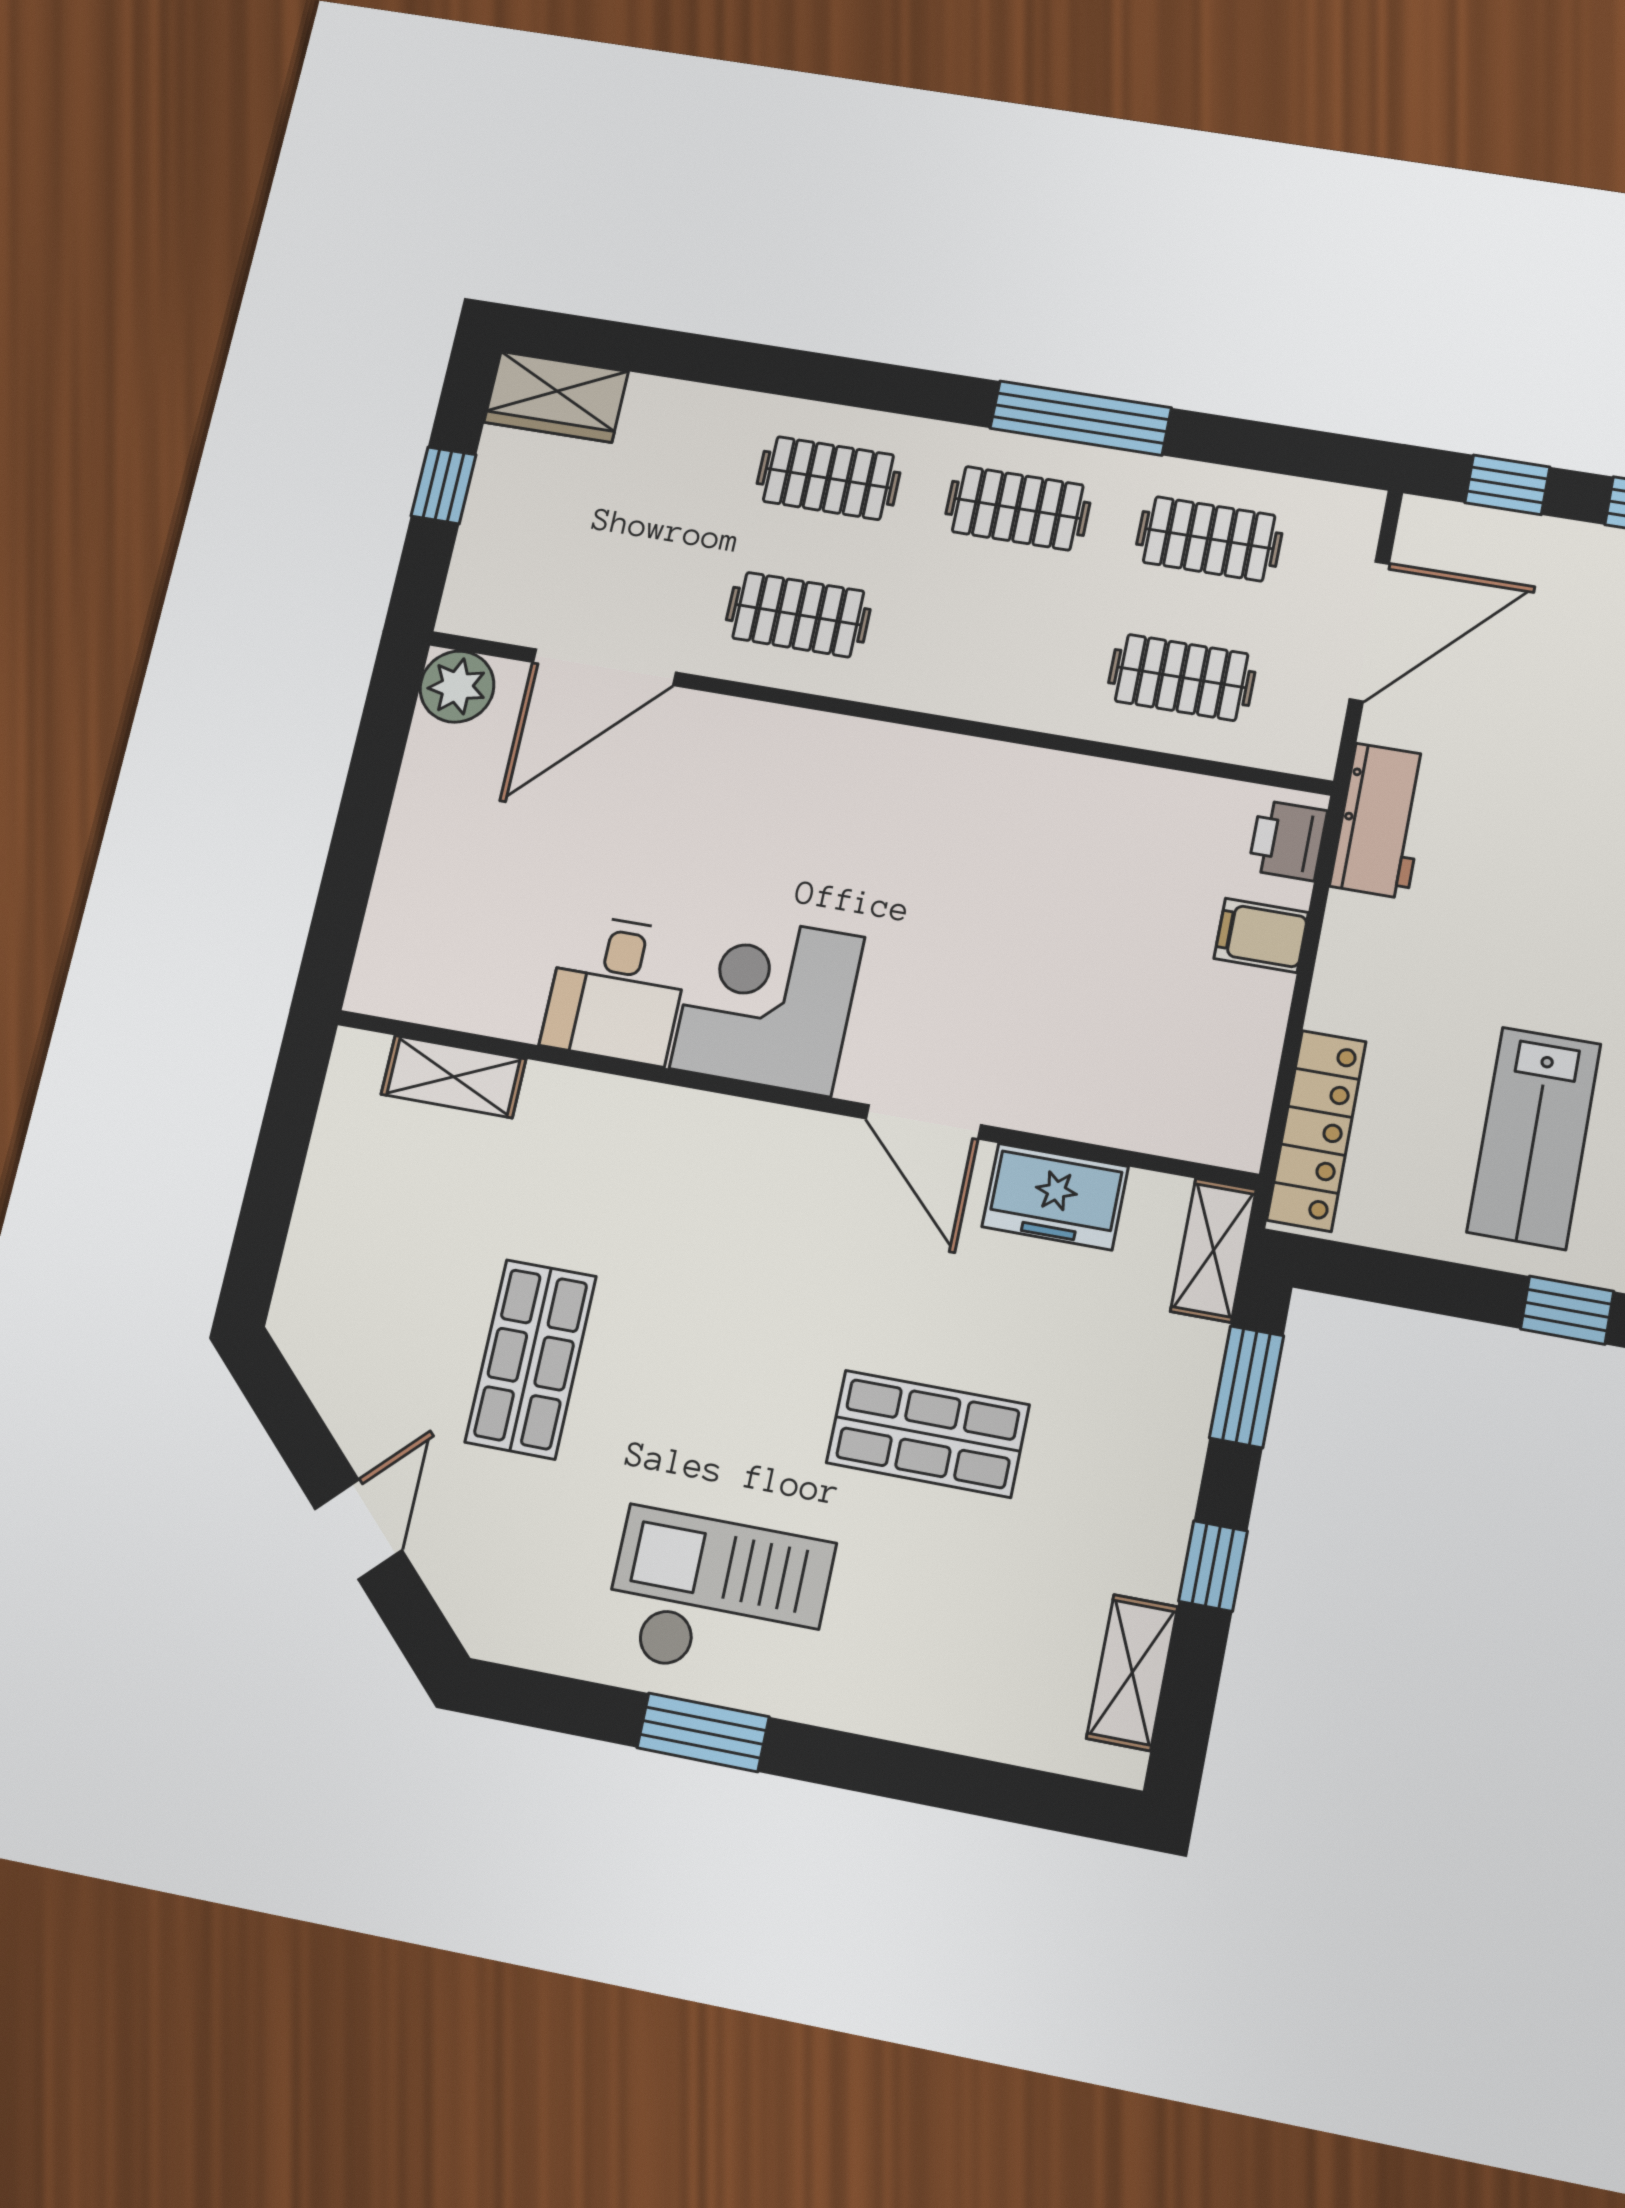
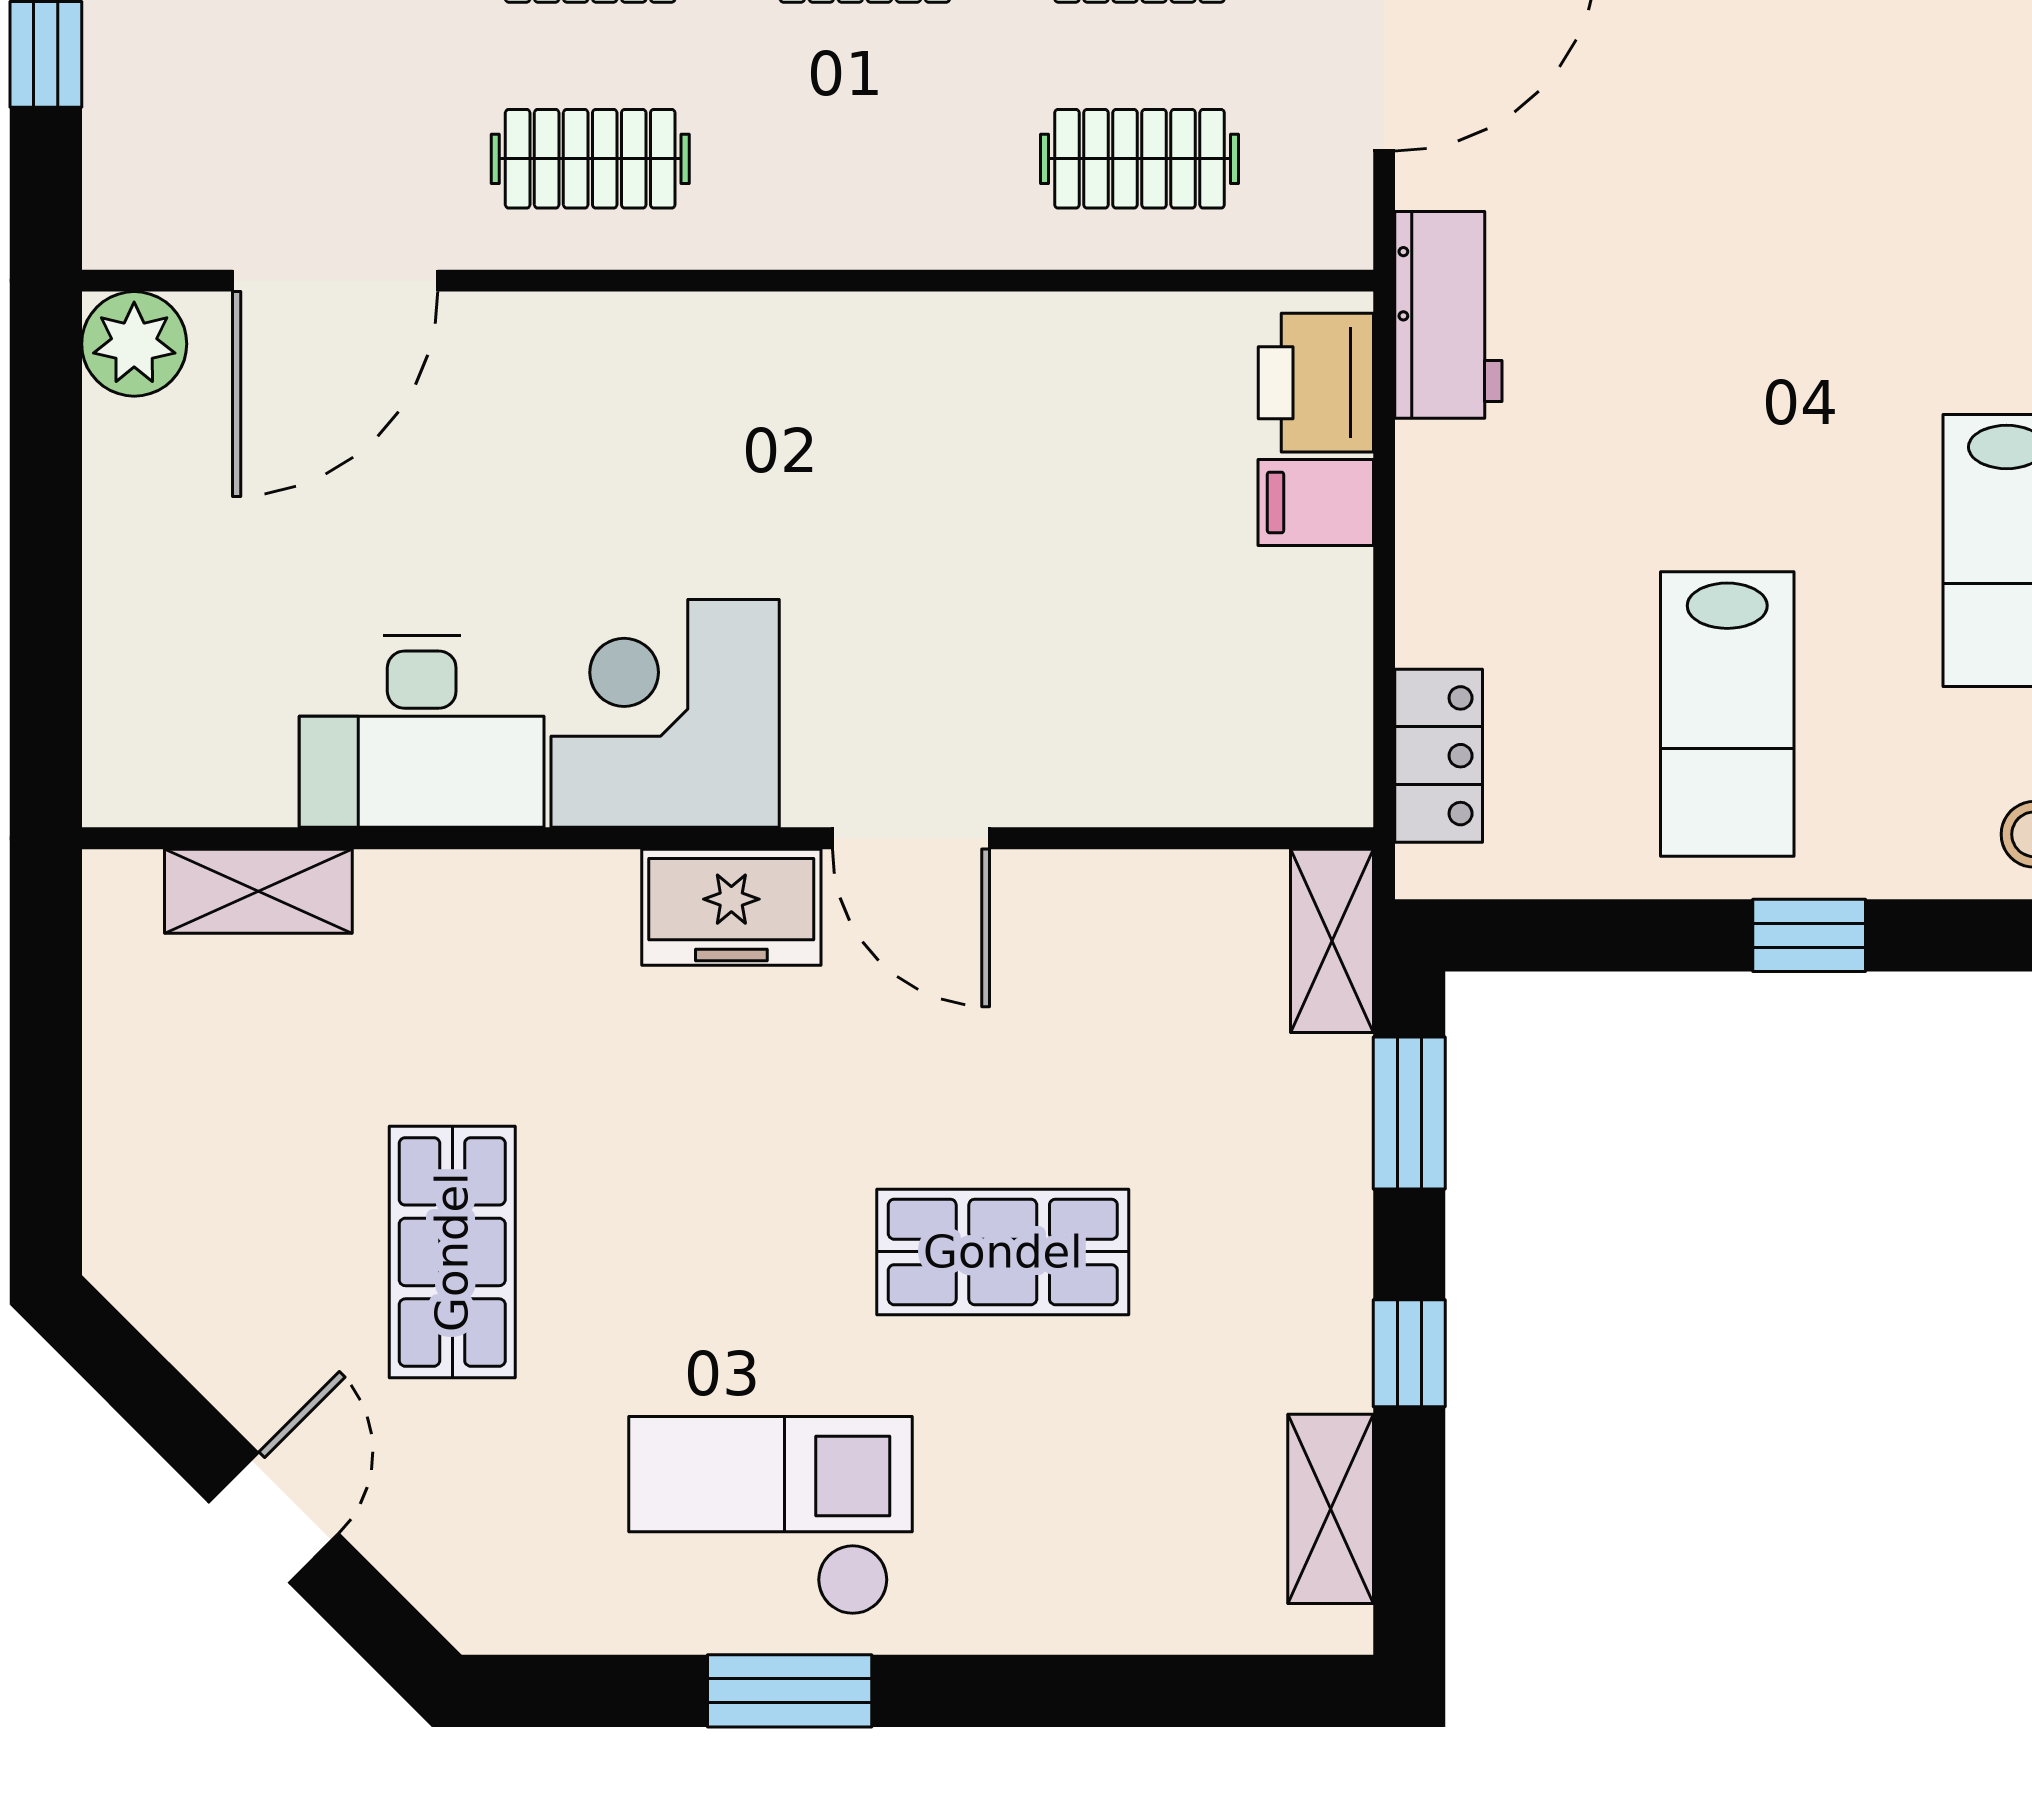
printer: (1288, 840) -> (1316, 383), width x1.36, depth x1.24
desk: (617, 989) -> (422, 731), width x1.37
locker: (1317, 1131) -> (1439, 756), width x0.66
freezer: (1055, 1197) -> (731, 907), moved

